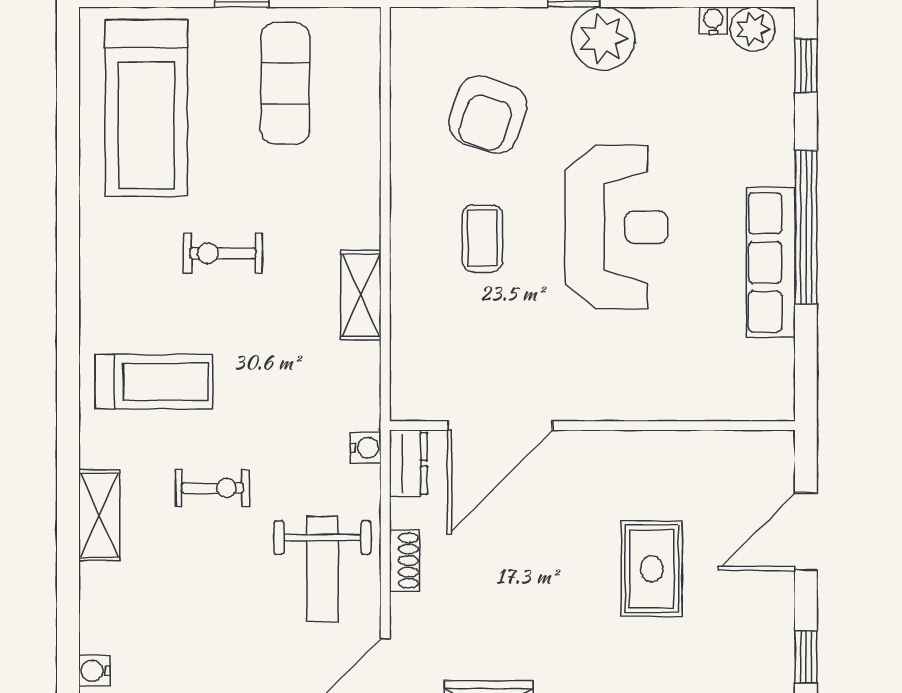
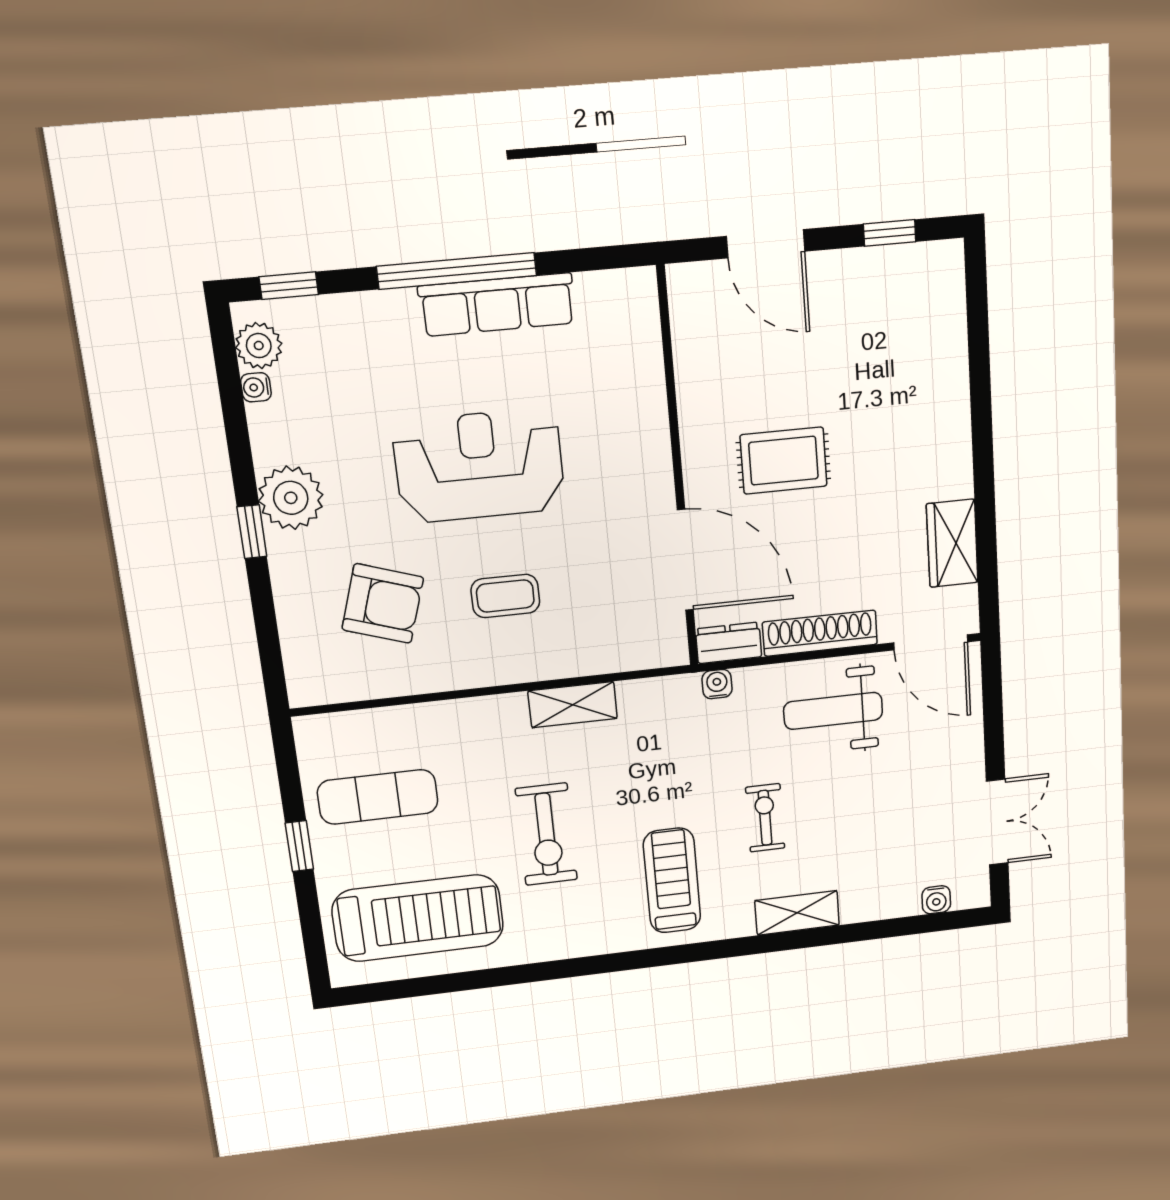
exercise bike: (223, 253) -> (546, 834), width x1.38, depth x1.39
shoe rack: (405, 561) -> (820, 633), width x1.94, depth x1.24
weight bench: (322, 569) -> (833, 711), turned 180
rug: (652, 569) -> (784, 461), moved

